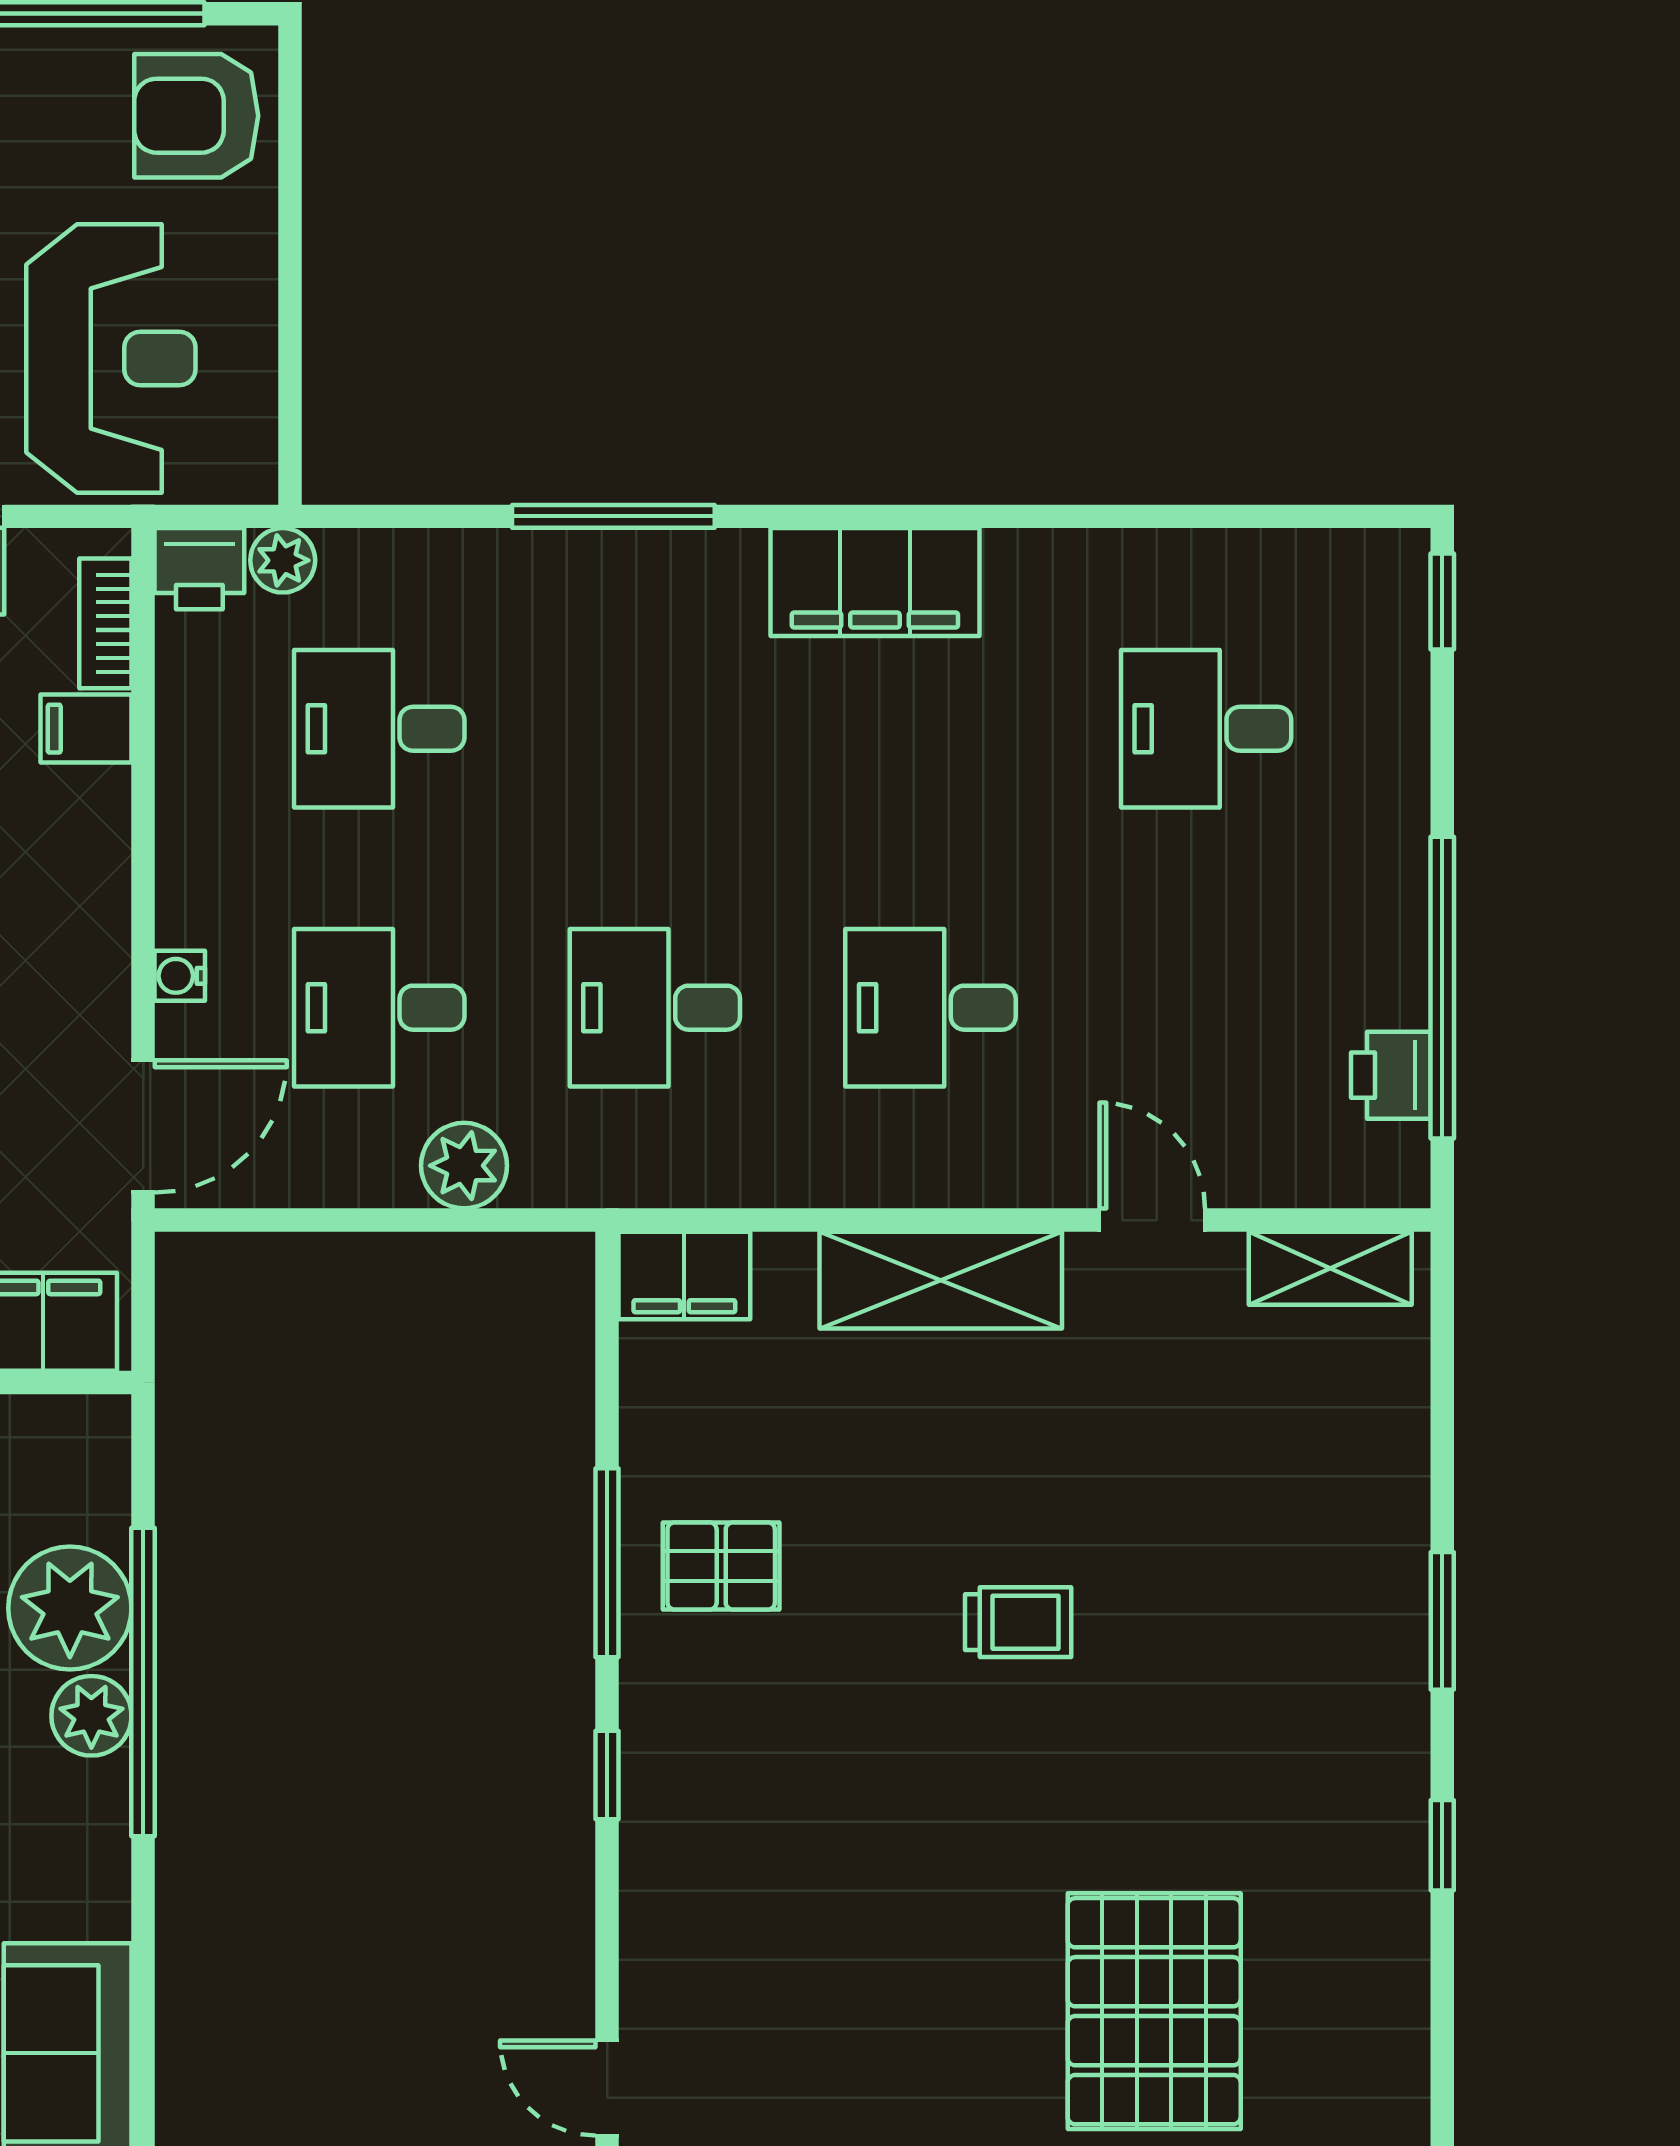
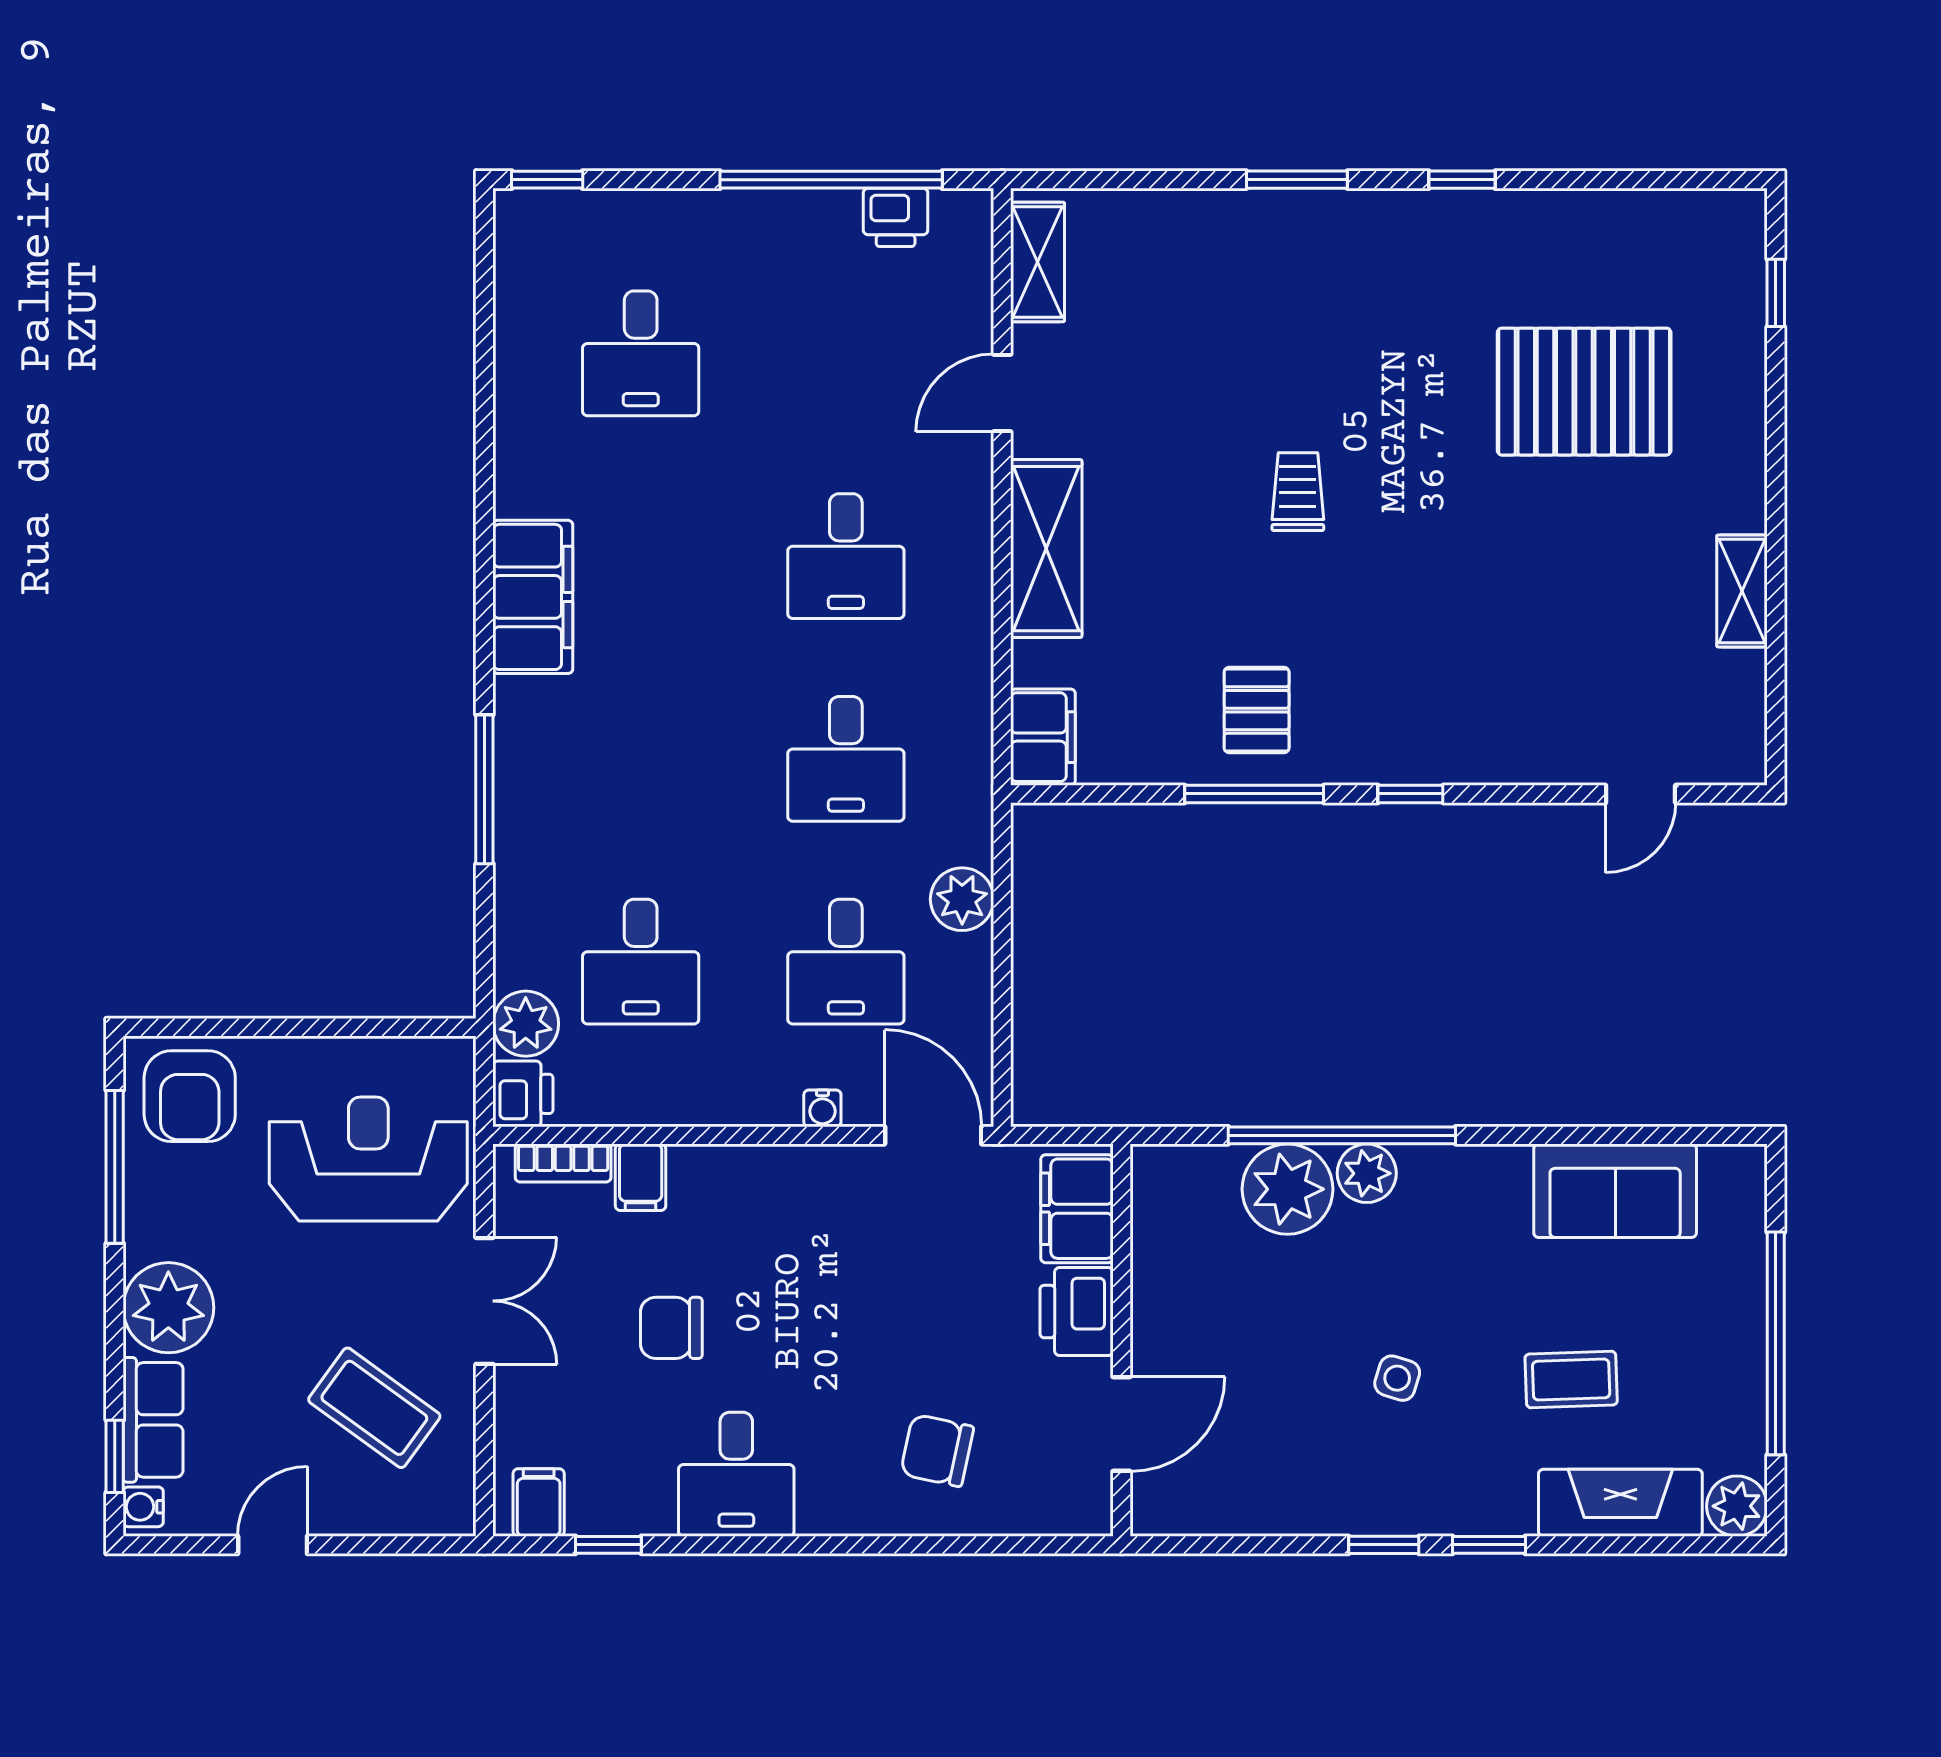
plant: (283, 560) -> (526, 1024), width x1.38, depth x1.38

